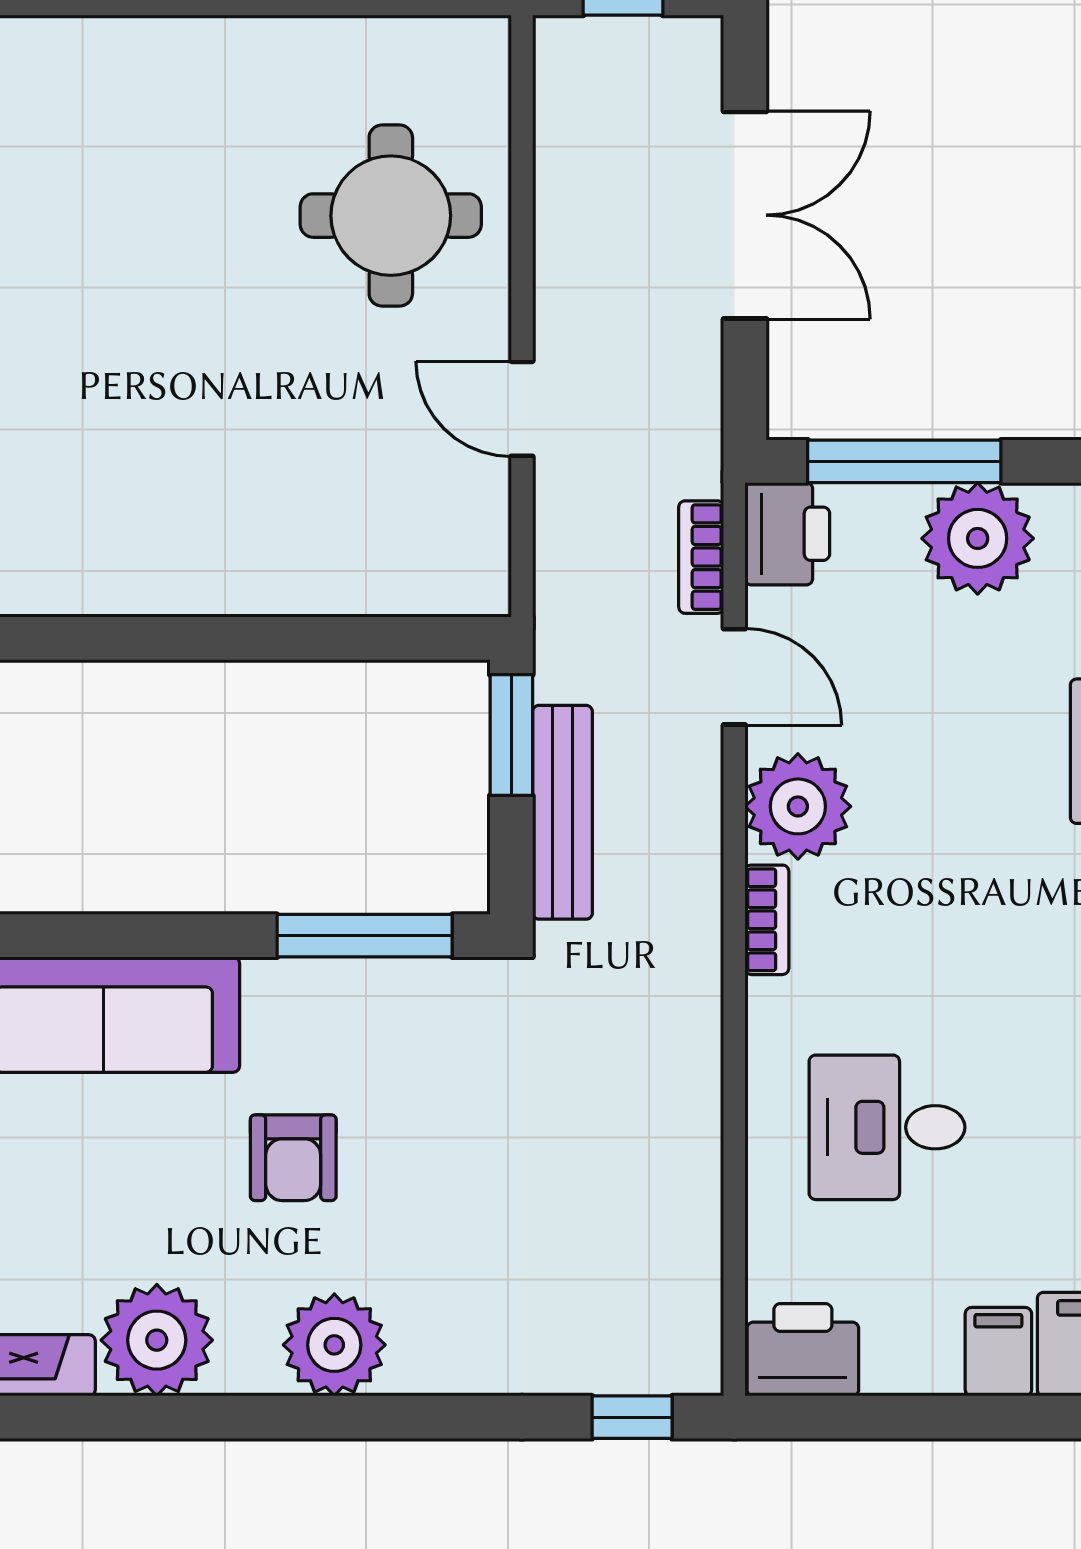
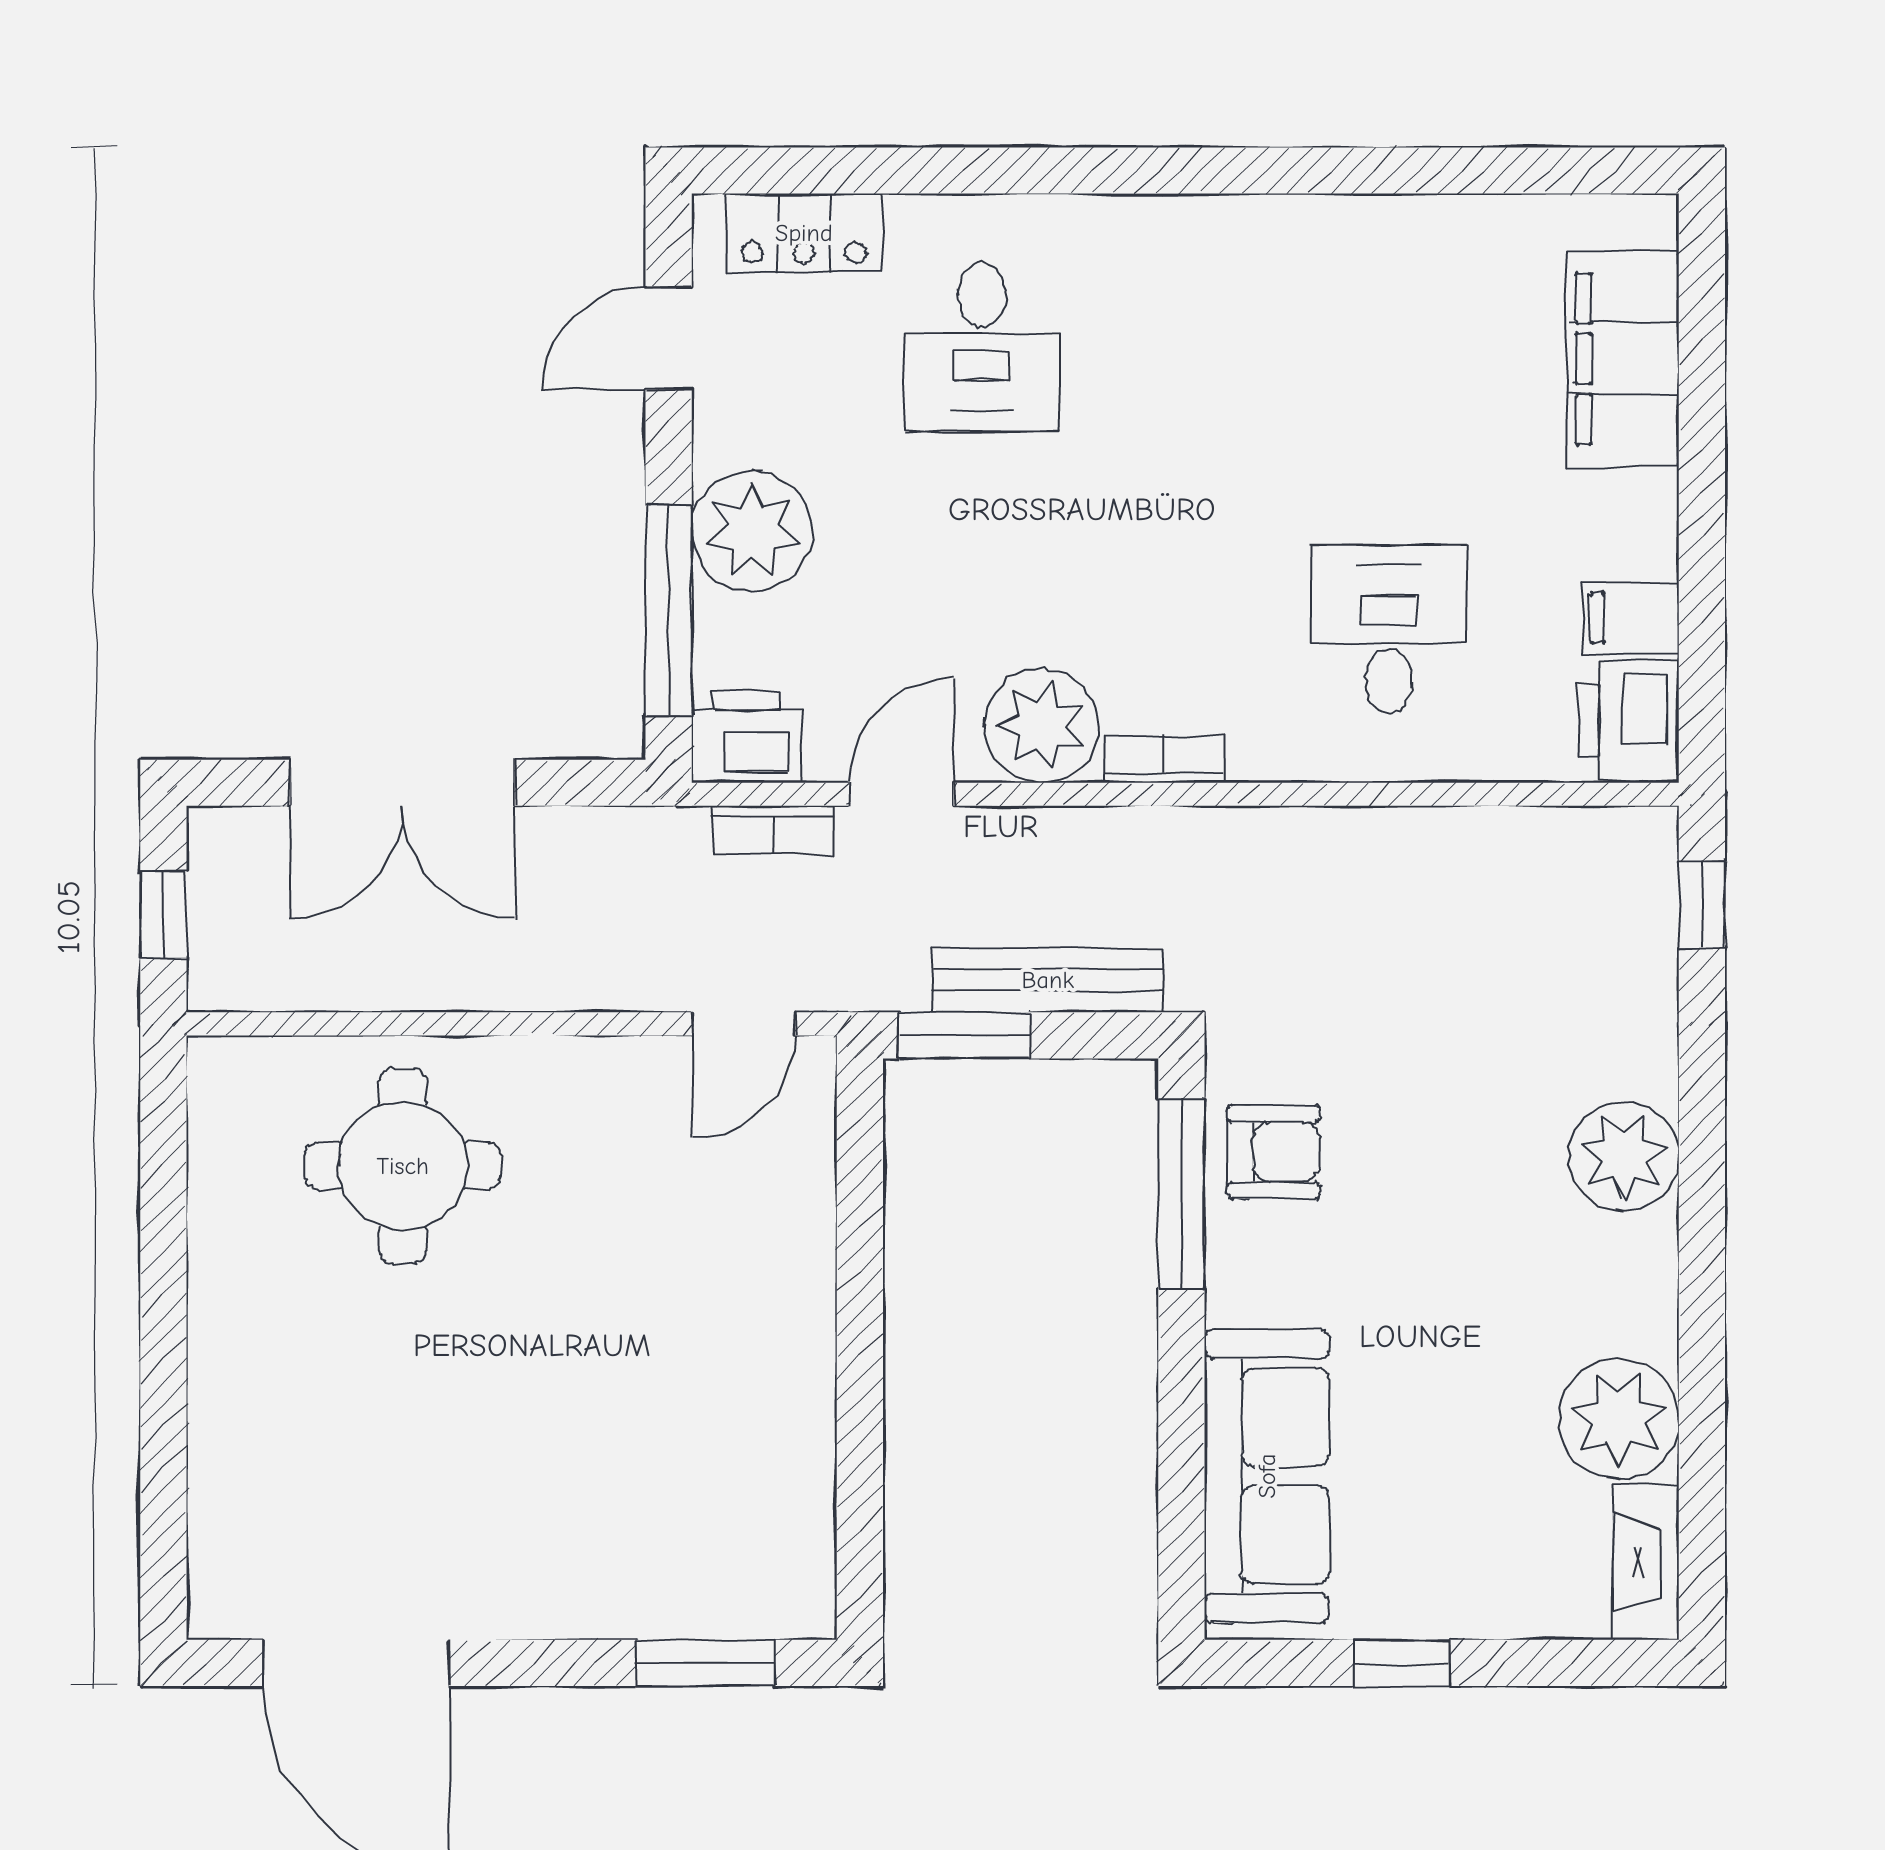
double door: (745, 215) -> (402, 783), swing flipped
door: (522, 409) -> (744, 1024), moved
desk: (887, 1127) -> (1388, 629), turned 180
armchair: (293, 1158) -> (1273, 1152), moved
plant: (334, 1345) -> (1624, 1156), moved
filing cabinet: (998, 1352) -> (1631, 618), moved

